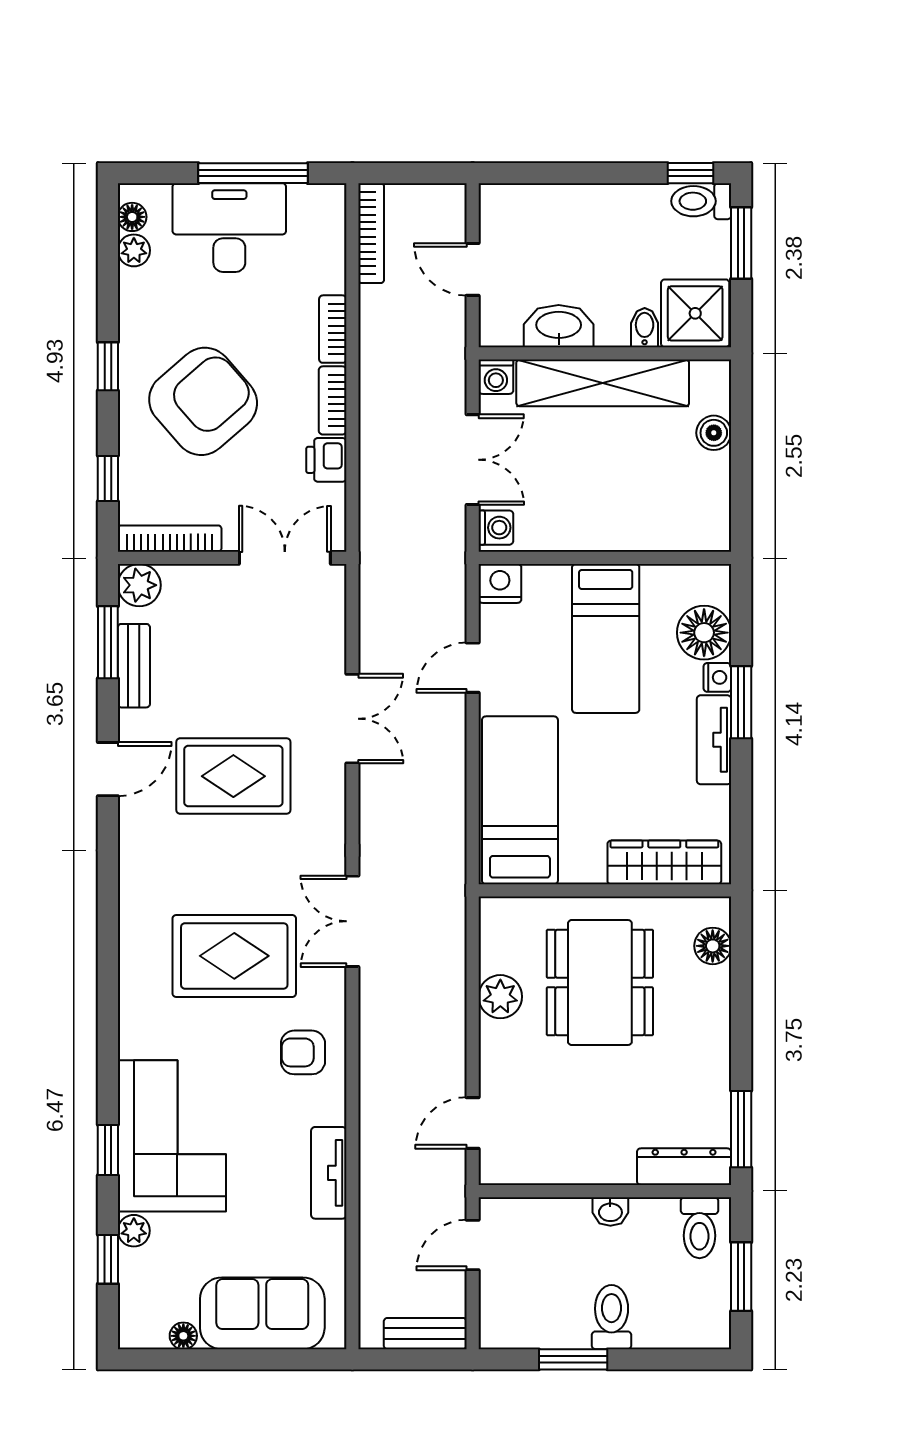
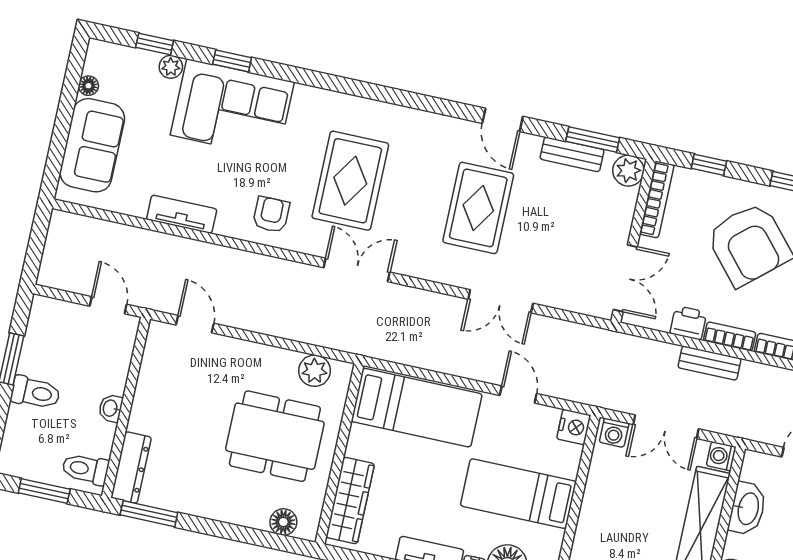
plant: (500, 997) -> (315, 371), moved
bench: (425, 1334) -> (710, 363), moved, turned 90

